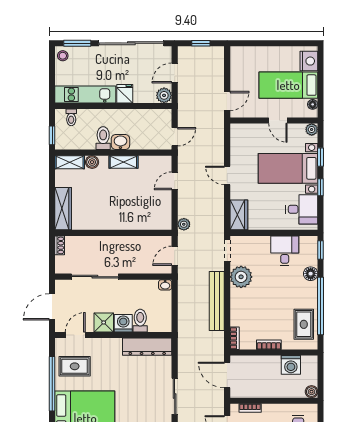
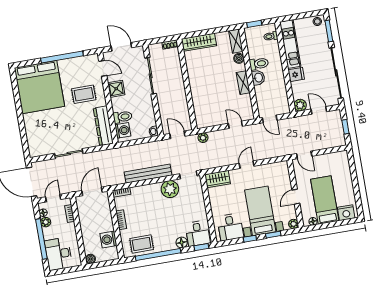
desk: (285, 251) -> (198, 233), moved, turned 90
washing machine: (123, 323) -> (123, 130), moved
rug: (75, 366) -> (84, 94), moved, turned 90

